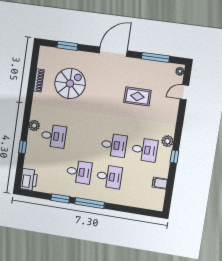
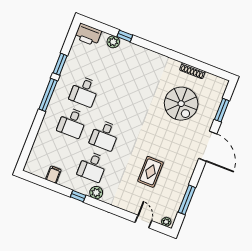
door: (113, 52) -> (208, 146), moved
plant: (34, 126) -> (113, 42), moved
desk: (54, 136) -> (129, 73), removed

